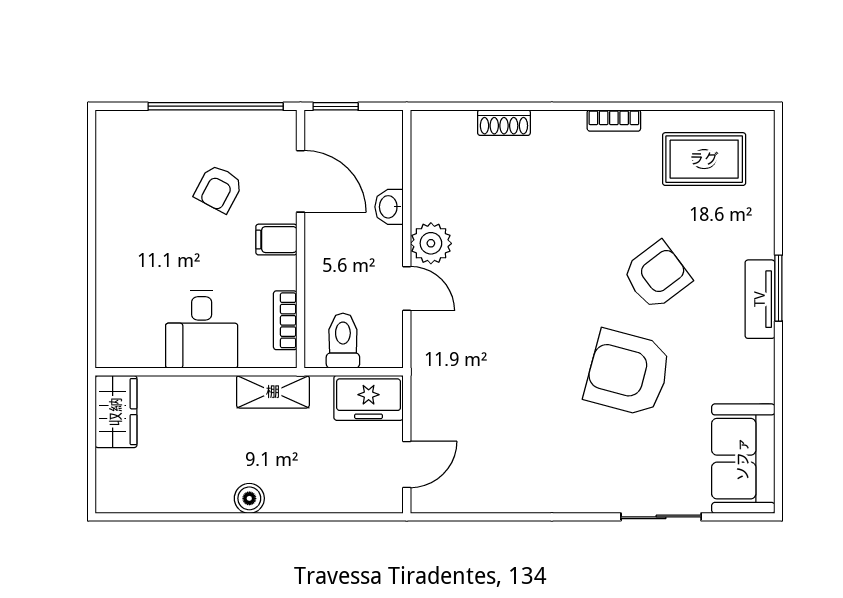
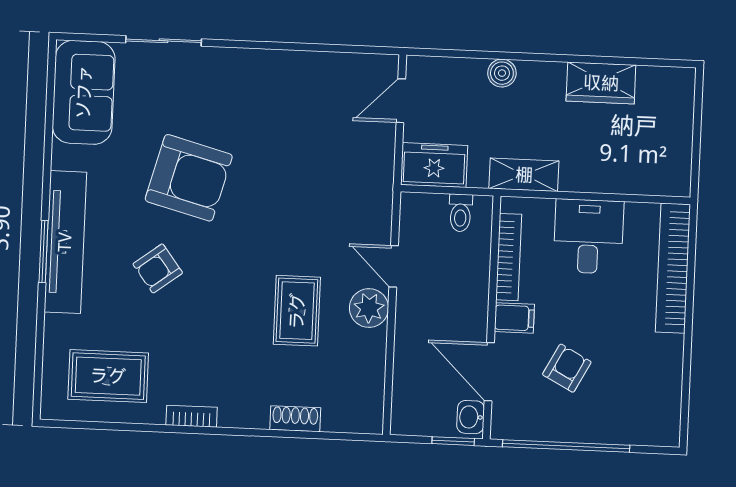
washbasin: (389, 207) -> (471, 417), moved, turned 180
rug: (507, 237) -> (297, 311), added
armchair: (657, 275) -> (158, 268), width x0.72, depth x0.72
tv unit: (760, 299) -> (65, 242), width x1.92, depth x1.29
bookcase: (111, 300) -> (673, 268), added
bookcase: (285, 320) -> (509, 257), width x1.56
toilet: (343, 341) -> (460, 213), width x0.73, depth x0.72
wardrobe: (116, 412) -> (601, 83), moved, turned -90
boiler: (249, 498) -> (502, 73), moved

